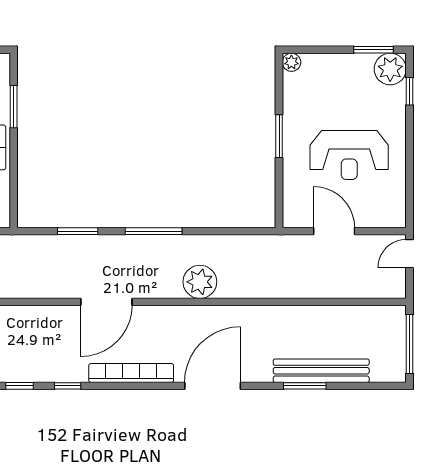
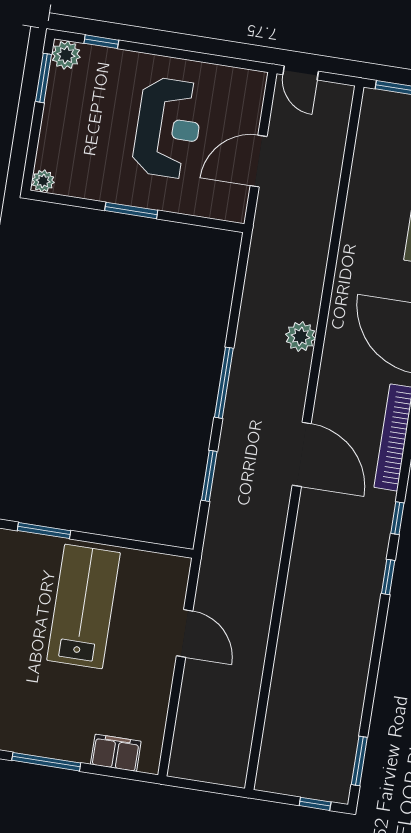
plant: (390, 69) -> (66, 55), width x0.73, depth x0.73
plant: (200, 282) -> (301, 336), width x0.73, depth x0.73

